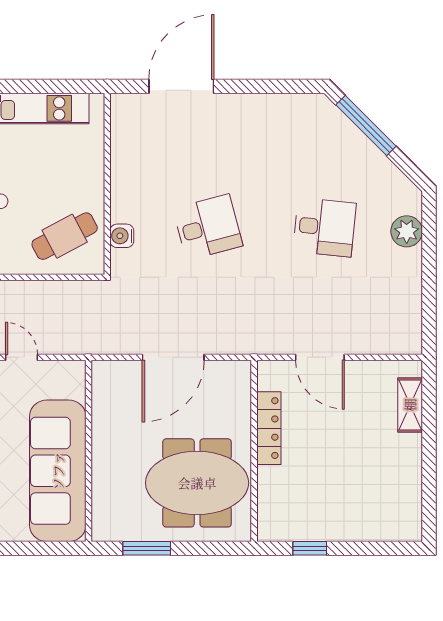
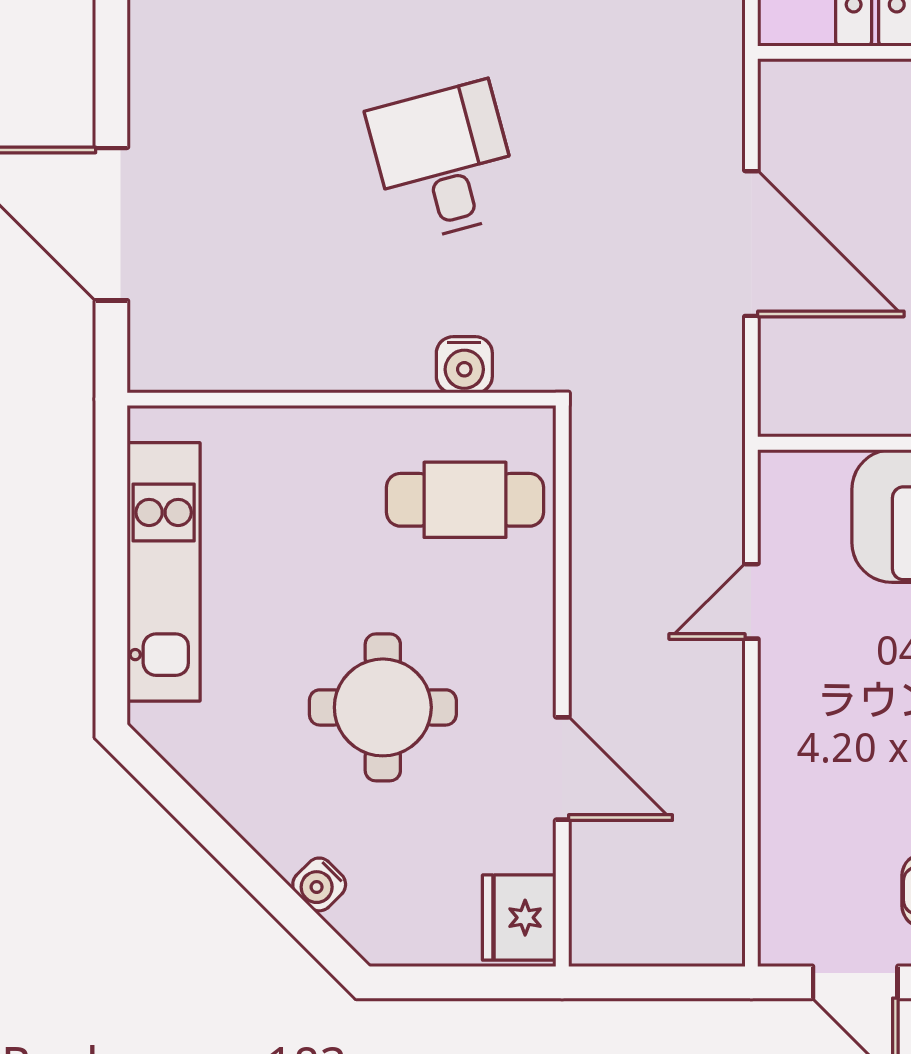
cafe table: (65, 236) -> (465, 500), turned -62

